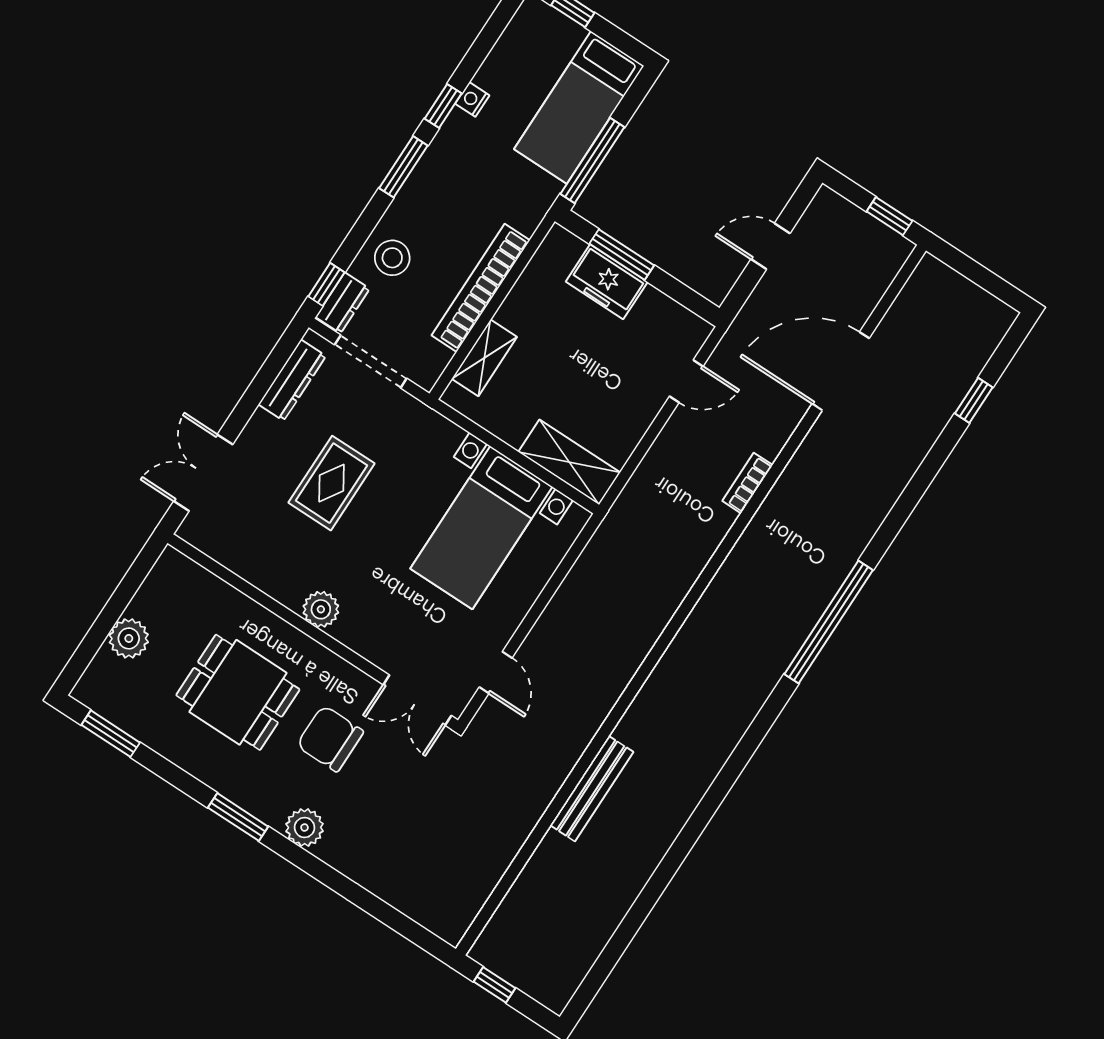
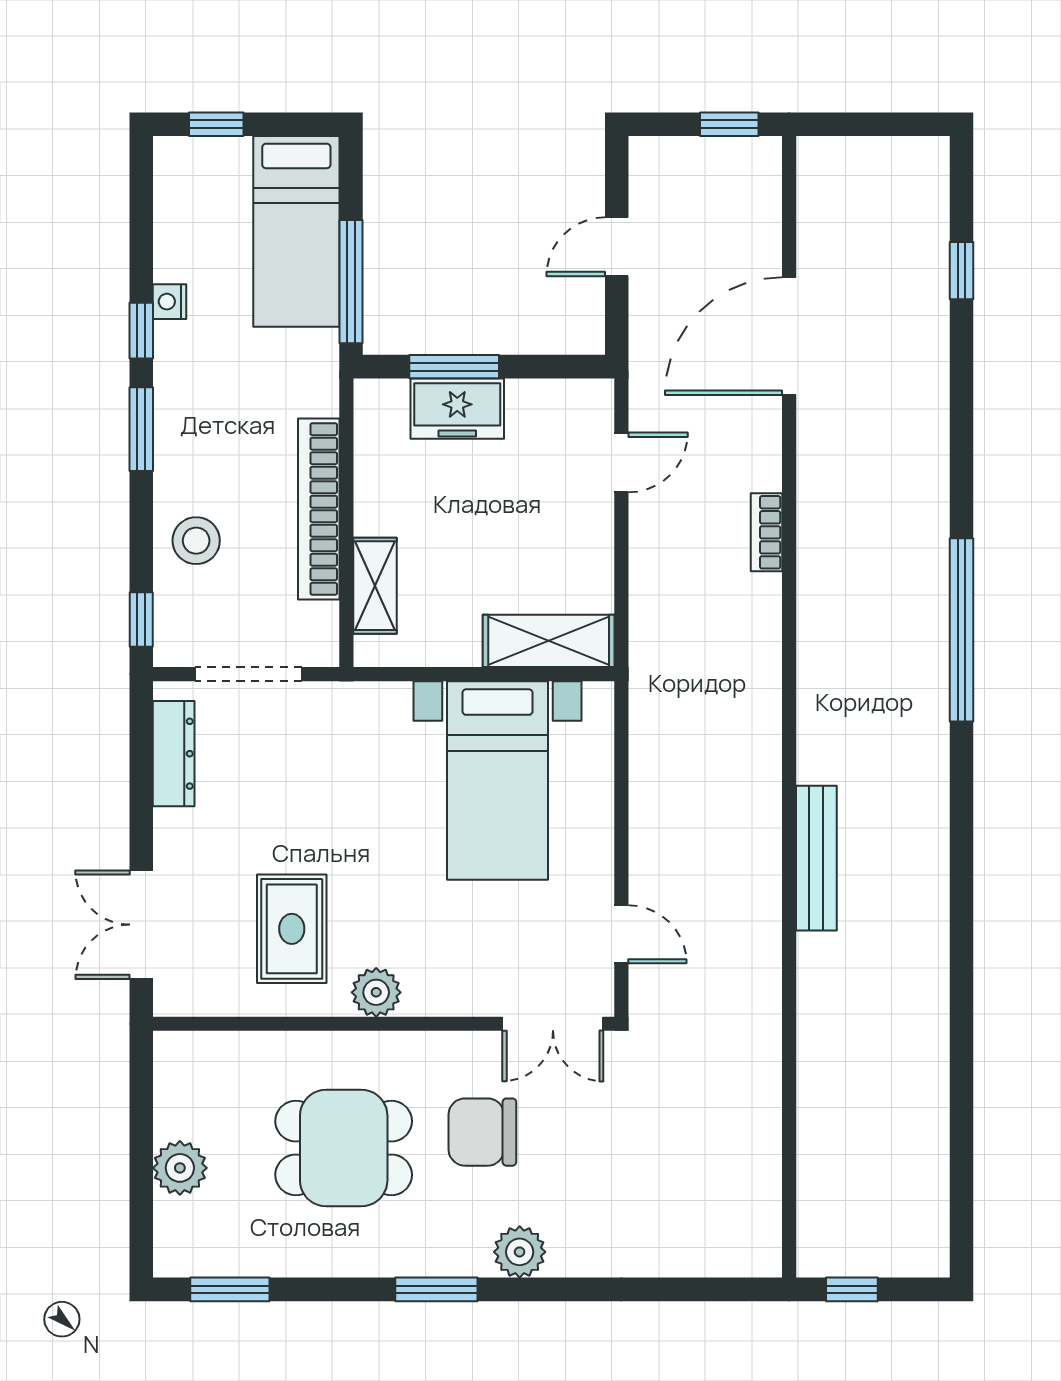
dresser: (343, 303) -> (173, 629), removed
rug: (332, 483) -> (292, 929), moved
bench: (592, 789) -> (816, 858), moved

